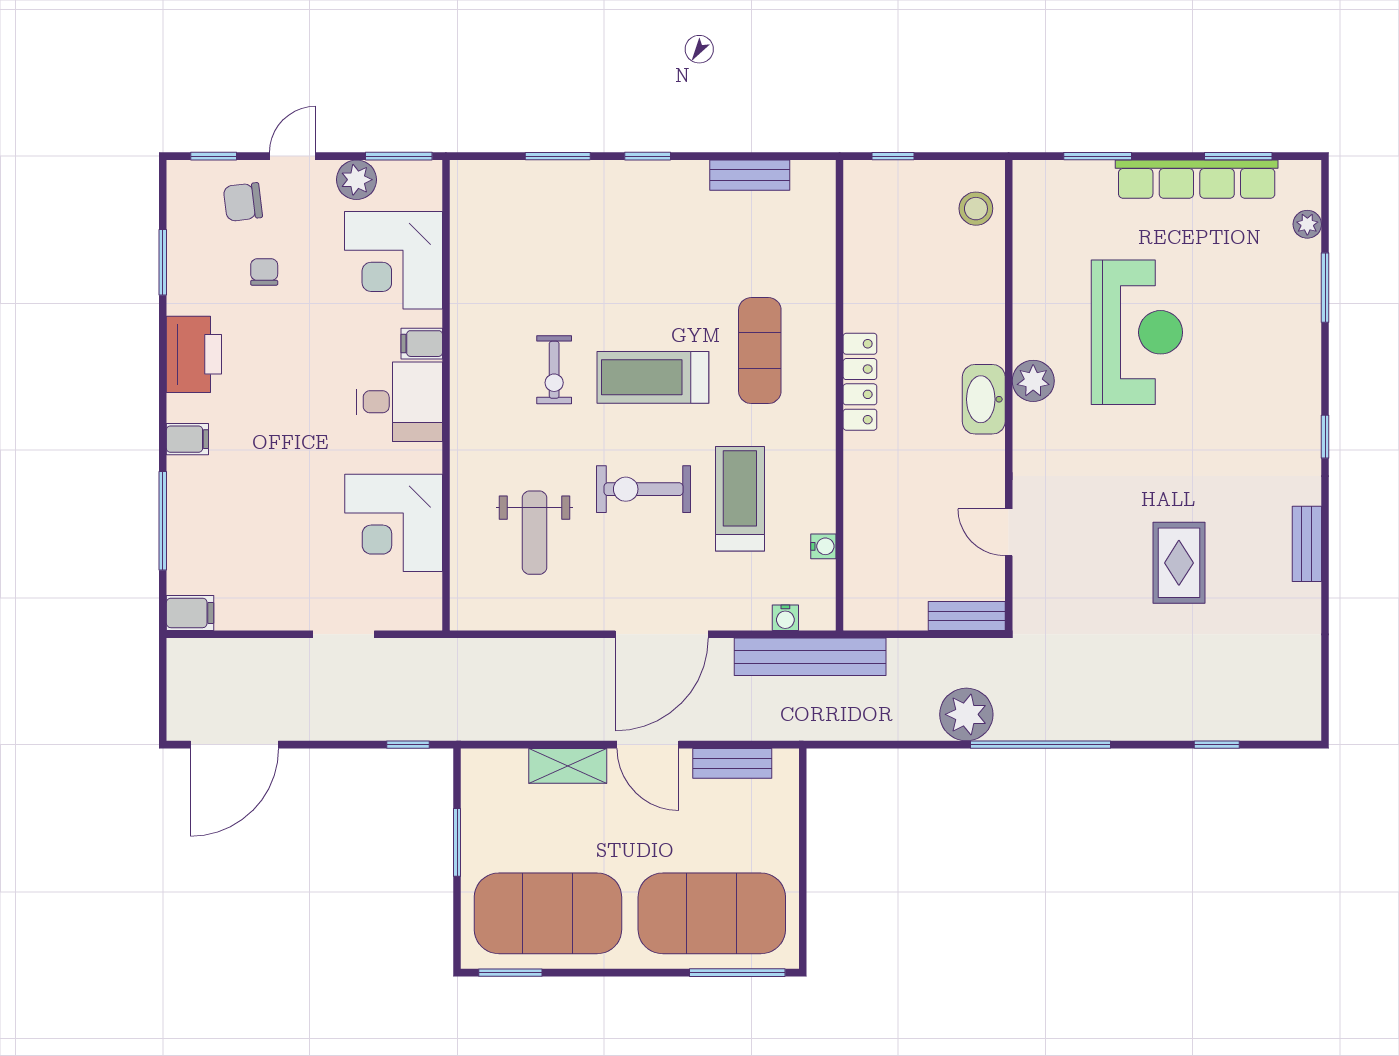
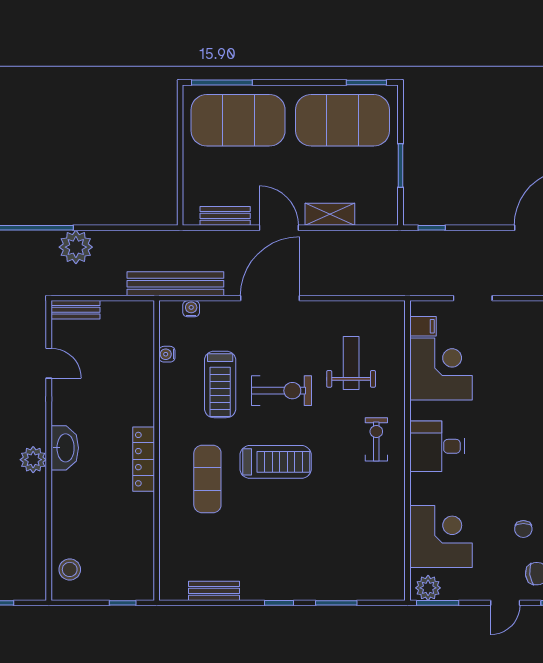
plant: (356, 180) -> (428, 588), moved
filing cabinet: (422, 344) -> (423, 326), moved
exercise bike: (554, 370) -> (376, 439), moved

